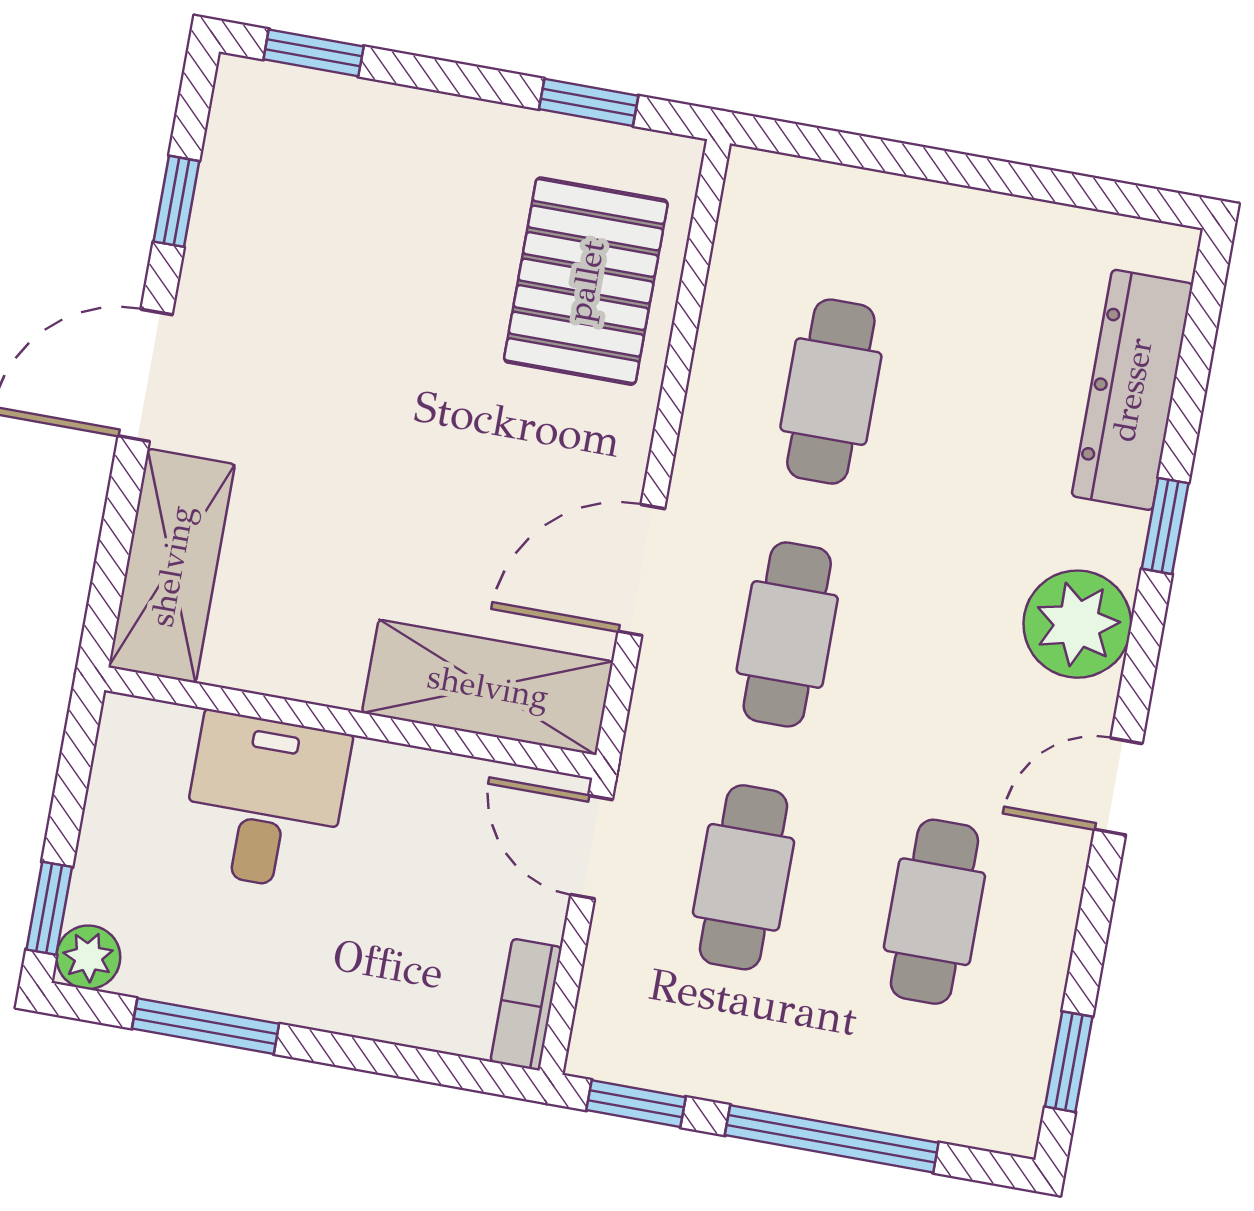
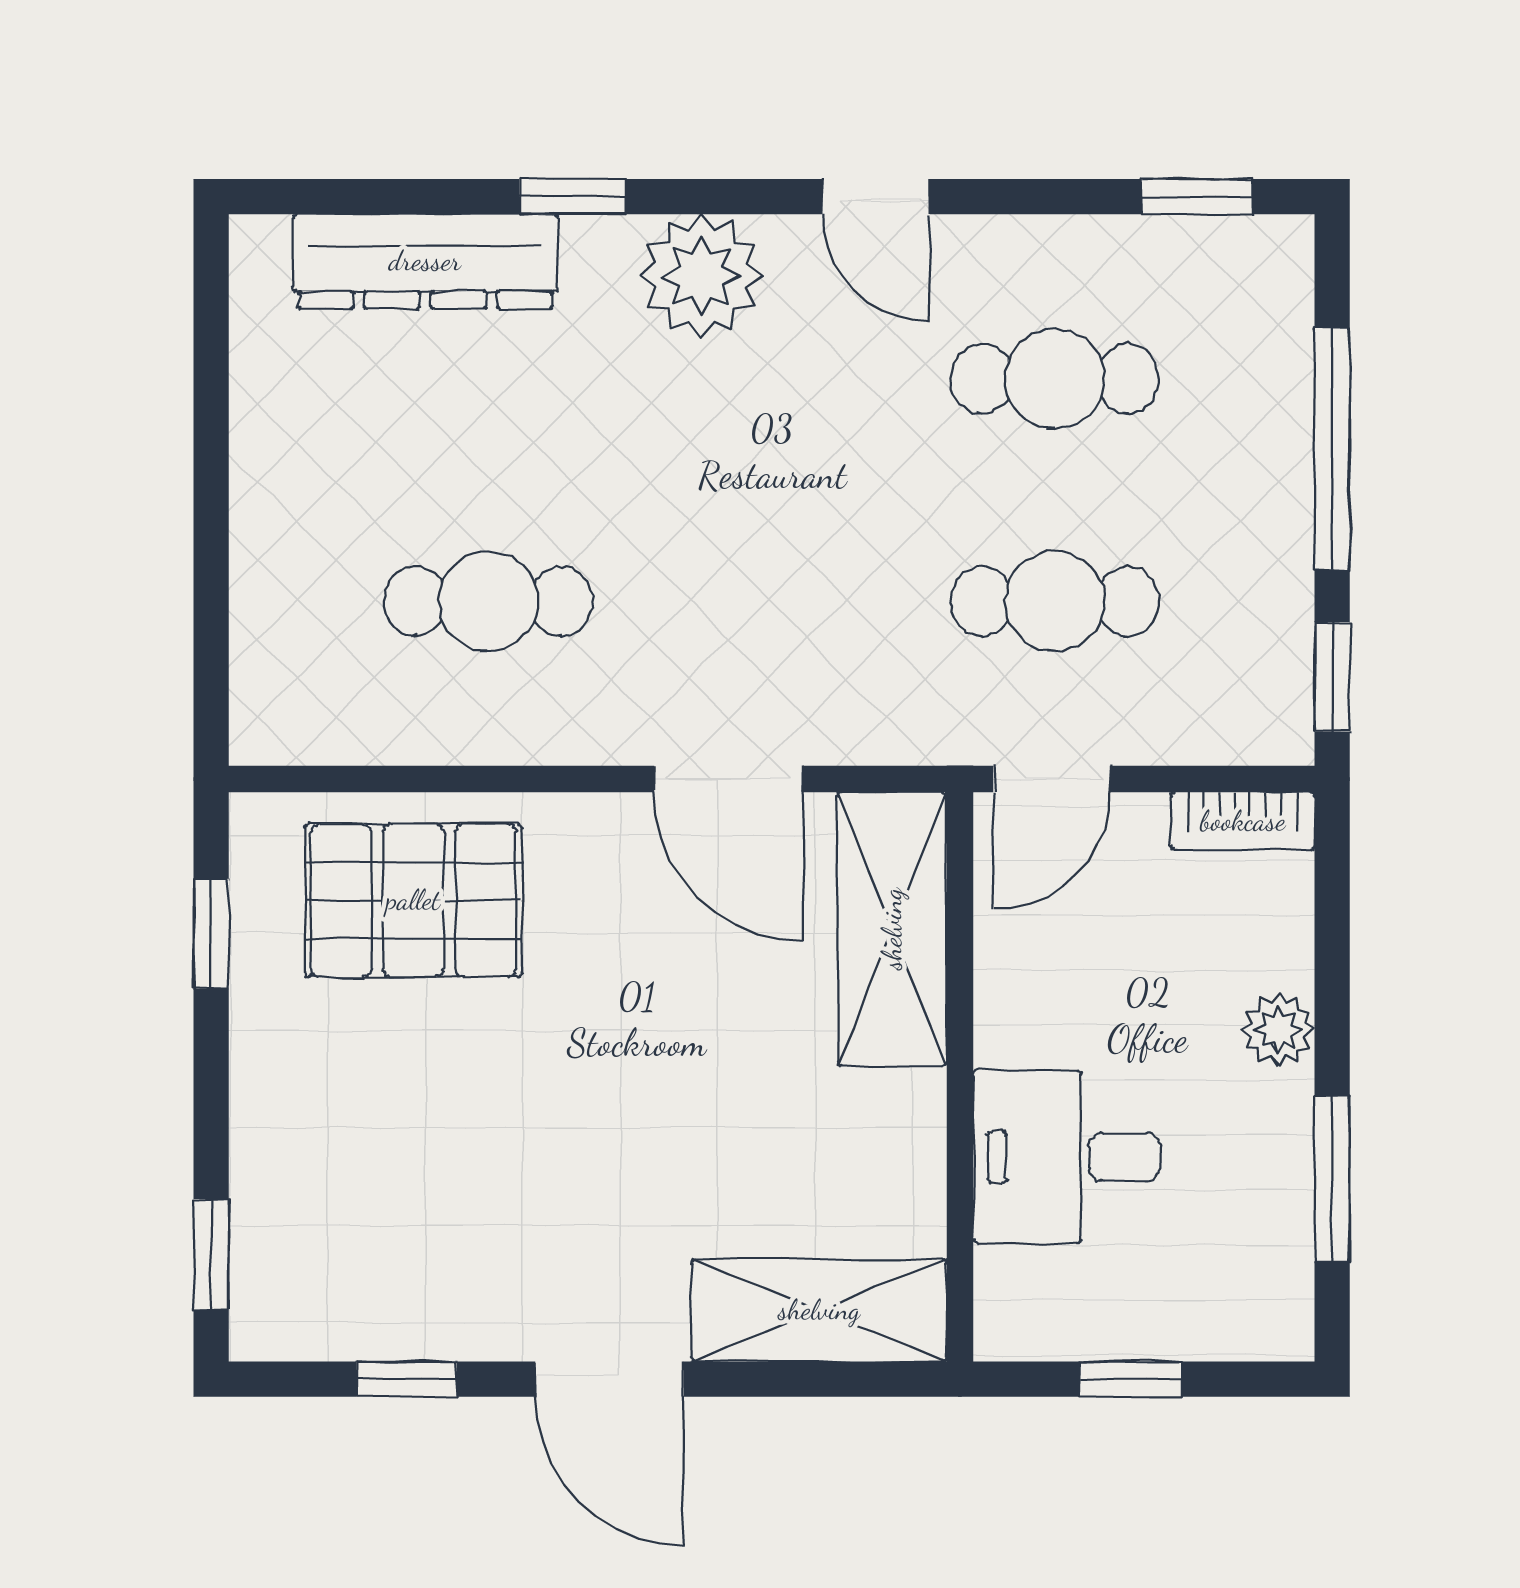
cafe table: (787, 634) -> (772, 601), removed
window: (49, 908) -> (1131, 1379), moved
plant: (88, 957) -> (1278, 1030), moved

